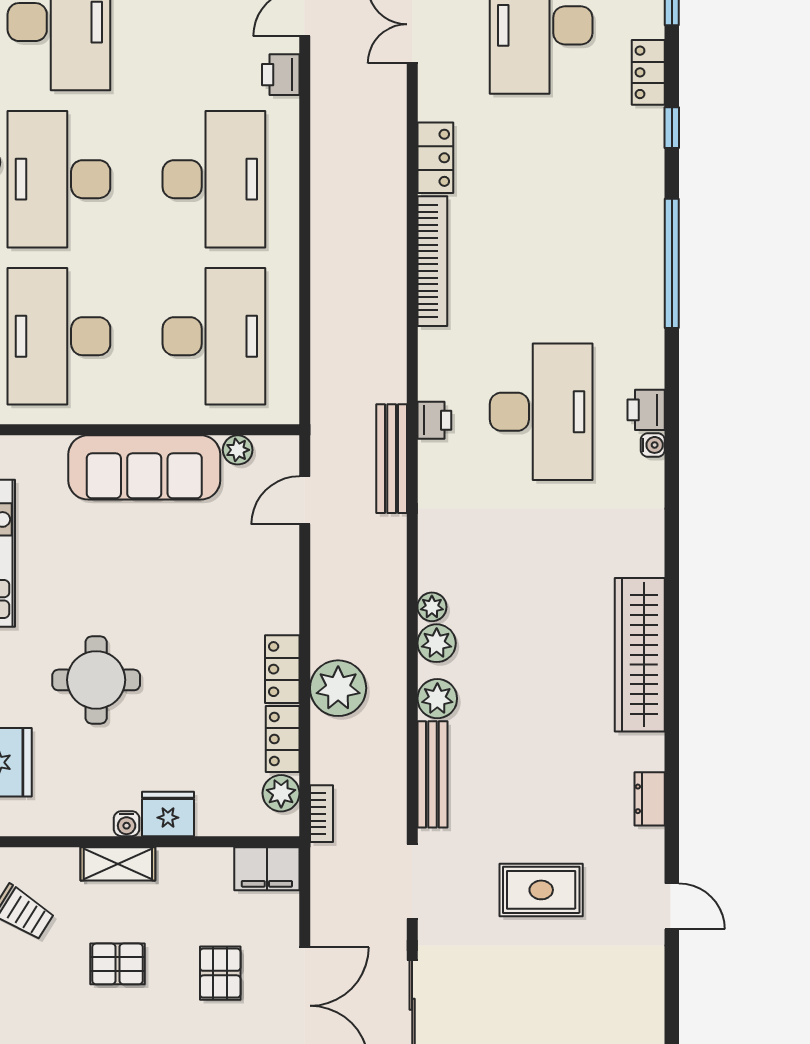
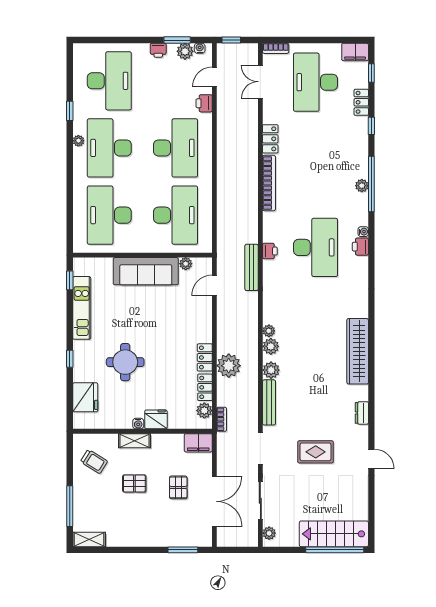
plant: (649, 267) -> (362, 186), added
water cooler: (653, 445) -> (363, 232), moved

